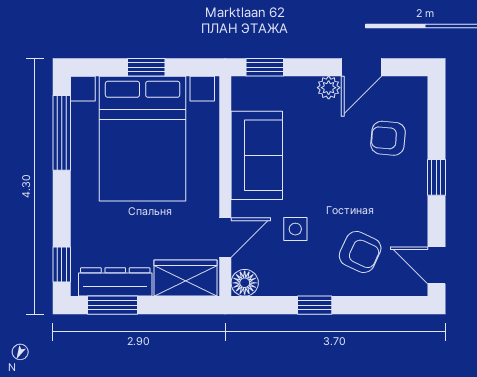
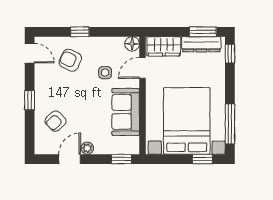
window: (146, 67) -> (202, 159), moved
armchair: (388, 138) -> (55, 121), turned 131
window: (315, 305) -> (80, 32), moved

